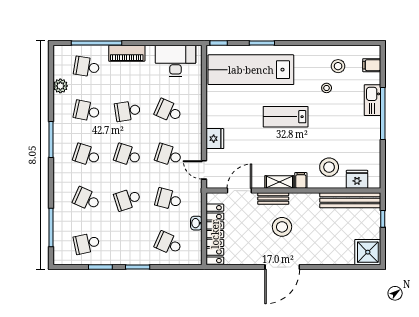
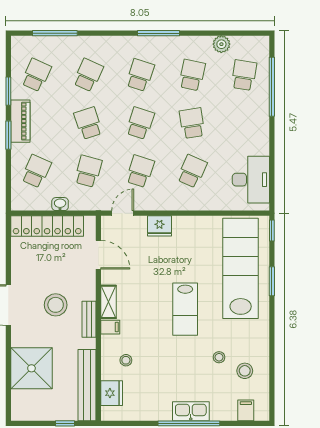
piano: (127, 53) -> (20, 121), moved, turned 180
kitchen sink: (372, 100) -> (191, 411), moved
lab bench: (286, 117) -> (185, 309), turned 180
stool: (329, 167) -> (126, 360), width x0.53, depth x0.53
bench: (273, 199) -> (89, 319), moved
school desk: (87, 243) -> (36, 75), turned 36
shower: (368, 252) -> (31, 368), moved, width x1.37, depth x1.37

